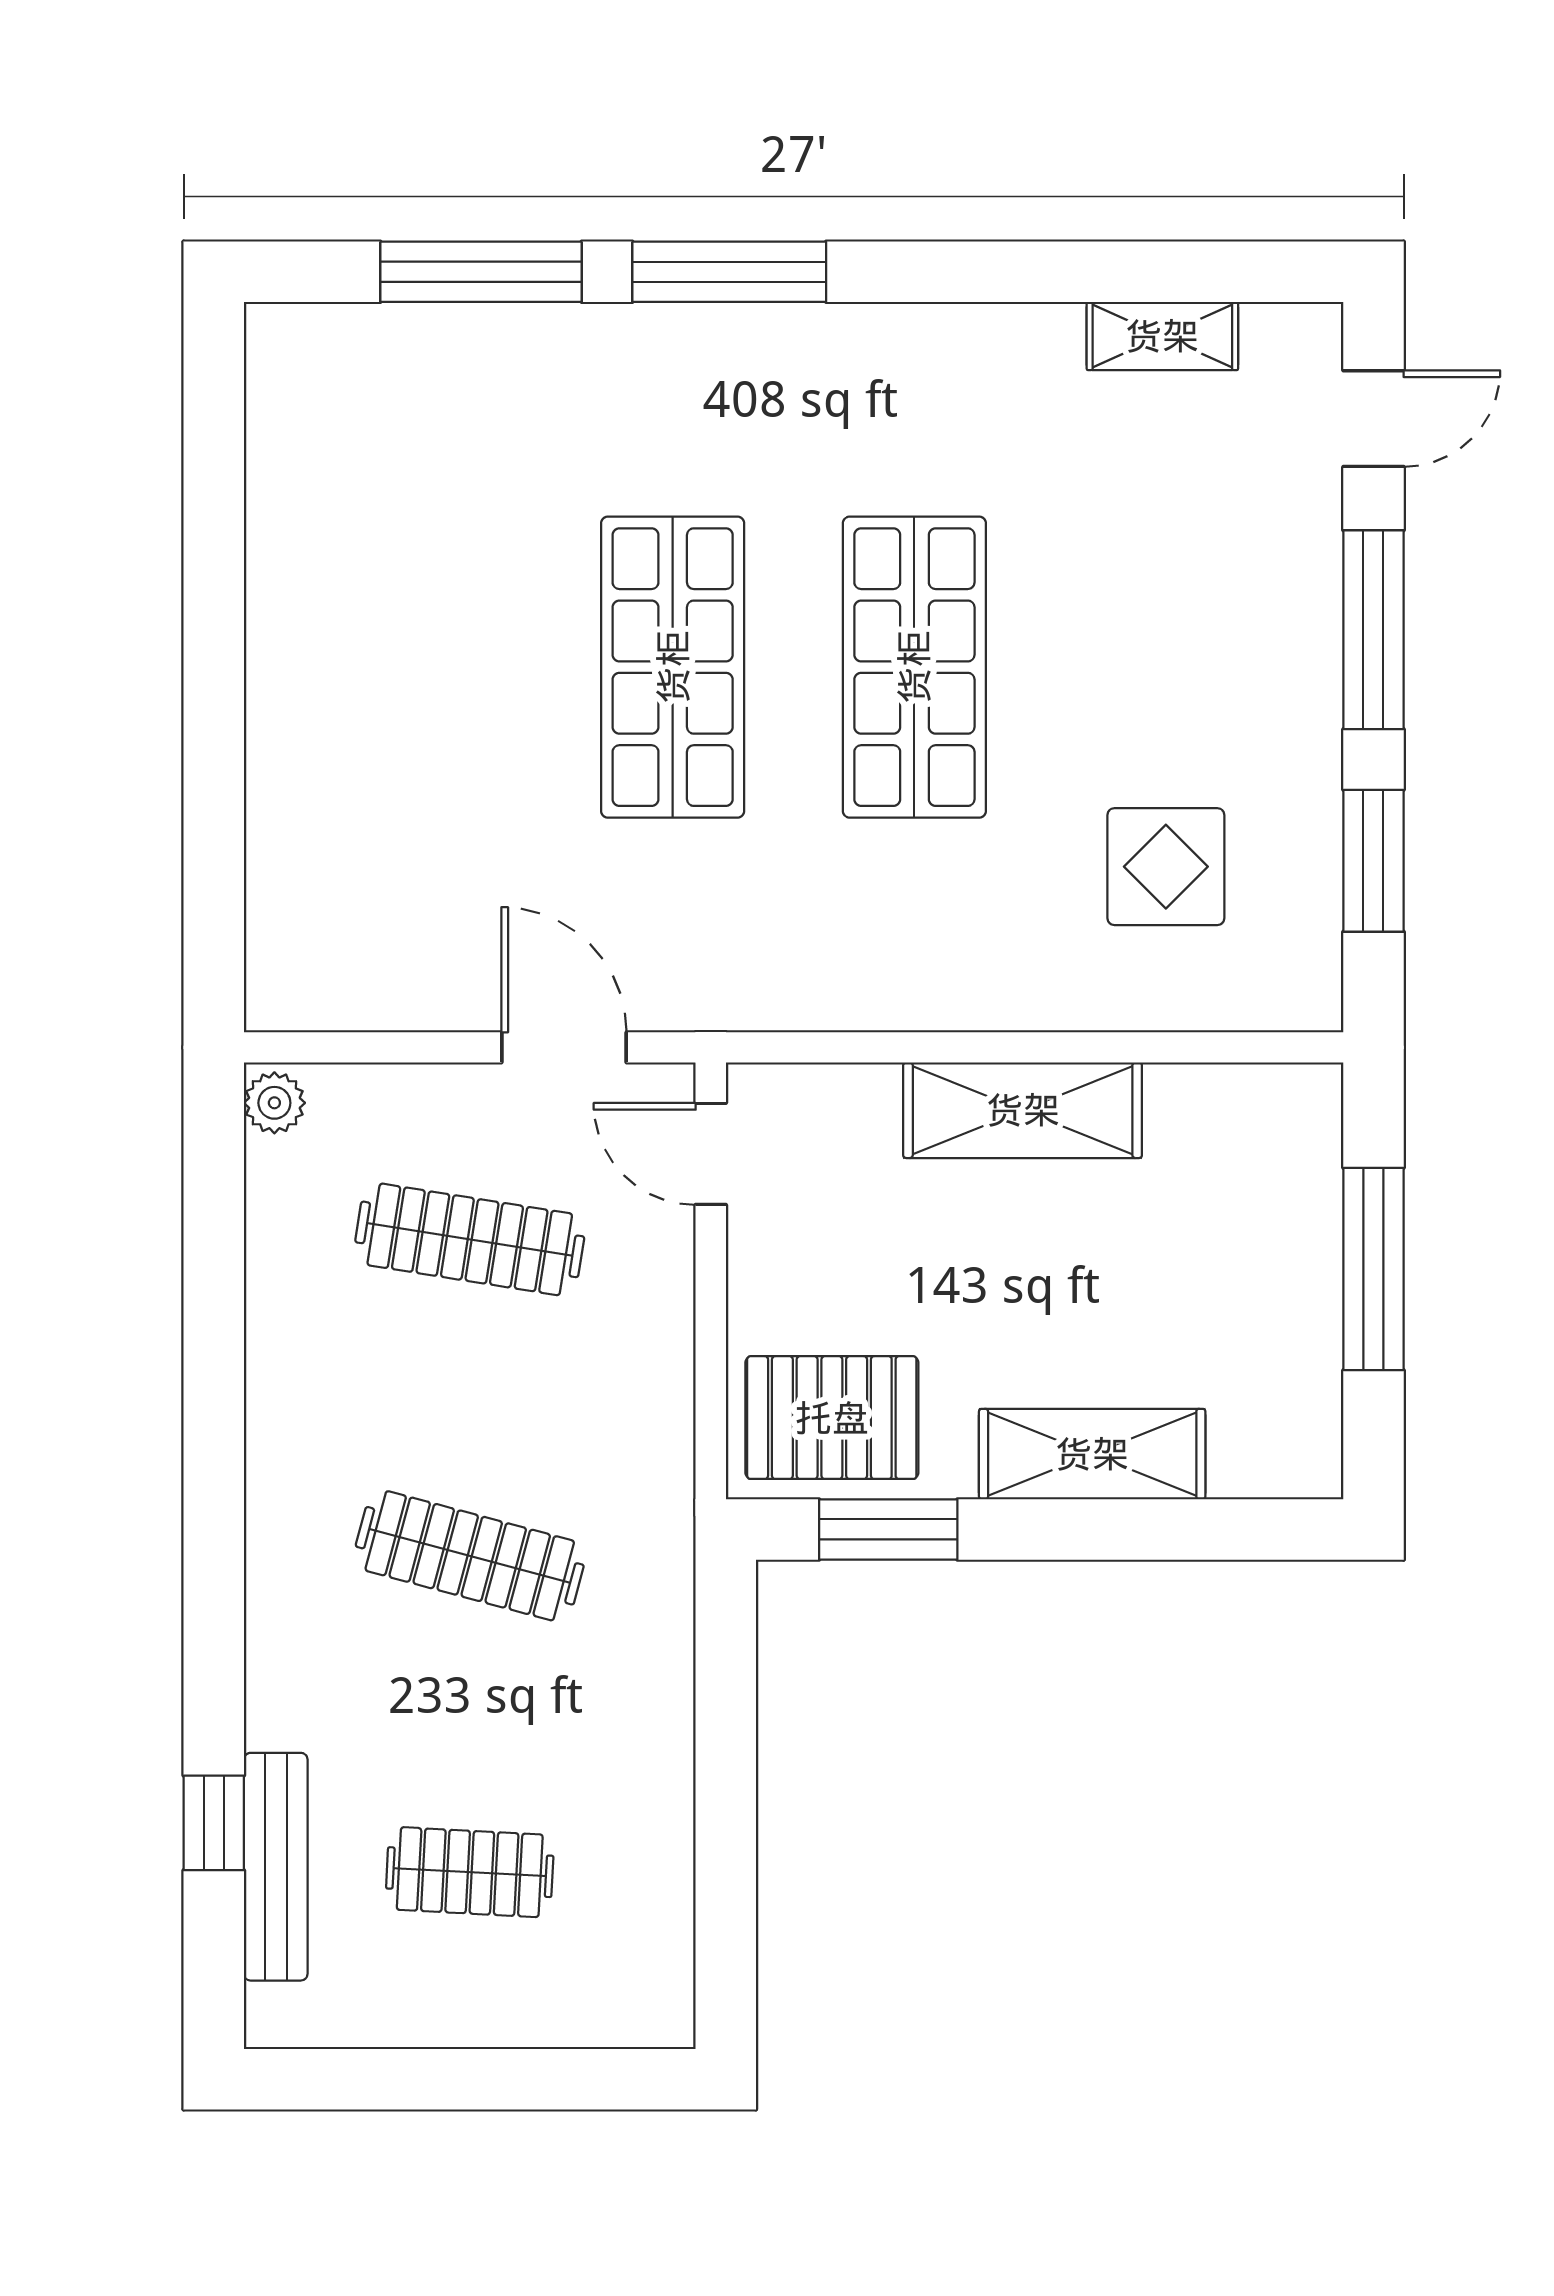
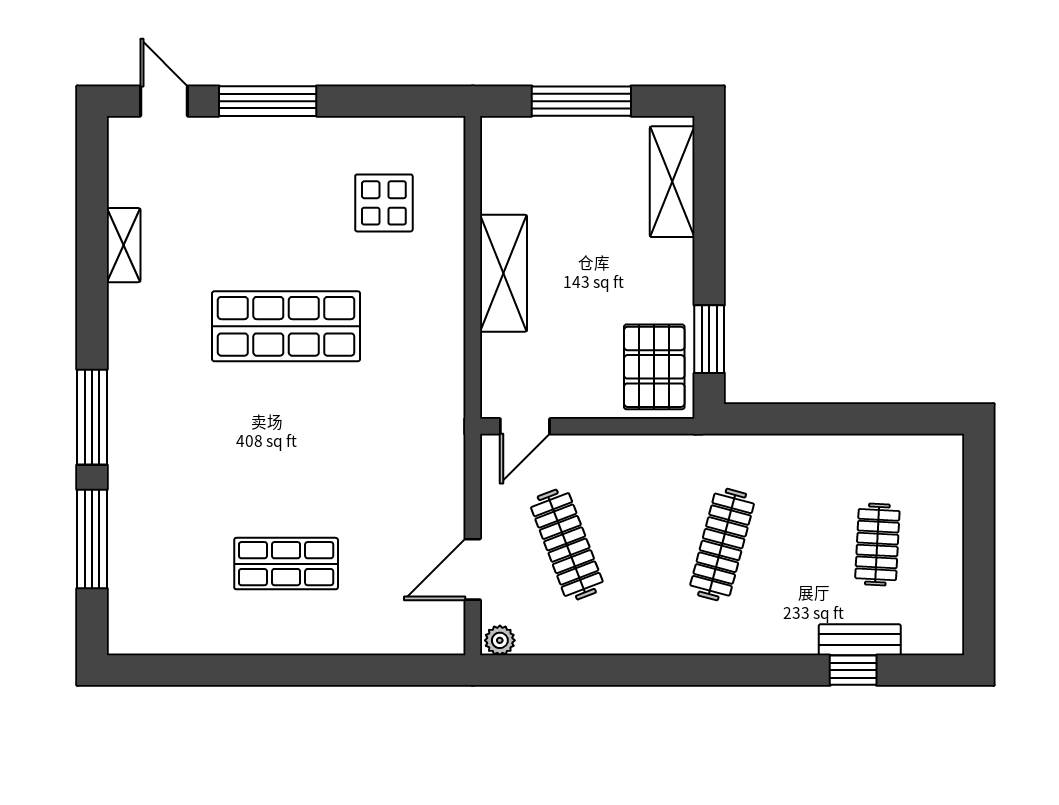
shelving: (1162, 336) -> (124, 245), moved
shop shelf: (673, 667) -> (286, 564), moved, width x0.70, depth x0.74
window: (1373, 861) -> (381, 101), removed
door: (564, 1047) -> (473, 569), moved
clothes rail: (470, 1239) -> (567, 545), turned -30
shelving: (1092, 1454) -> (672, 182), moved
bench: (276, 1867) -> (860, 640), width x0.73

